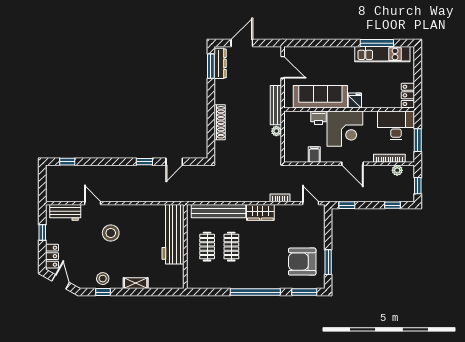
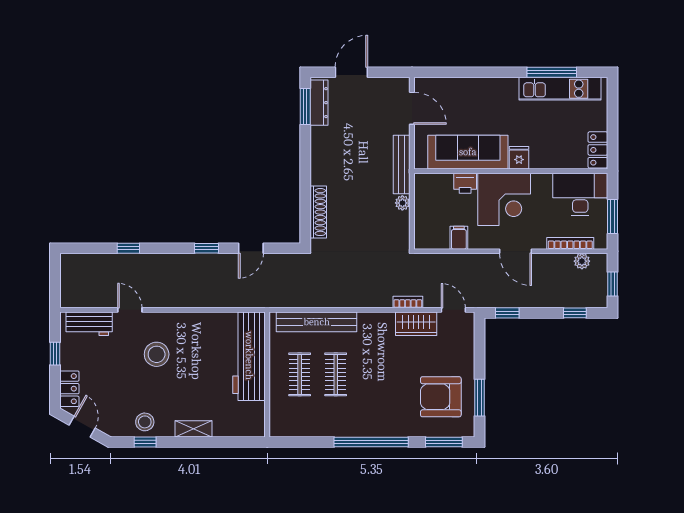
shoe rack: (220, 122) -> (318, 212), moved
window: (67, 162) -> (128, 248), moved
wardrobe: (260, 212) -> (416, 324), moved

